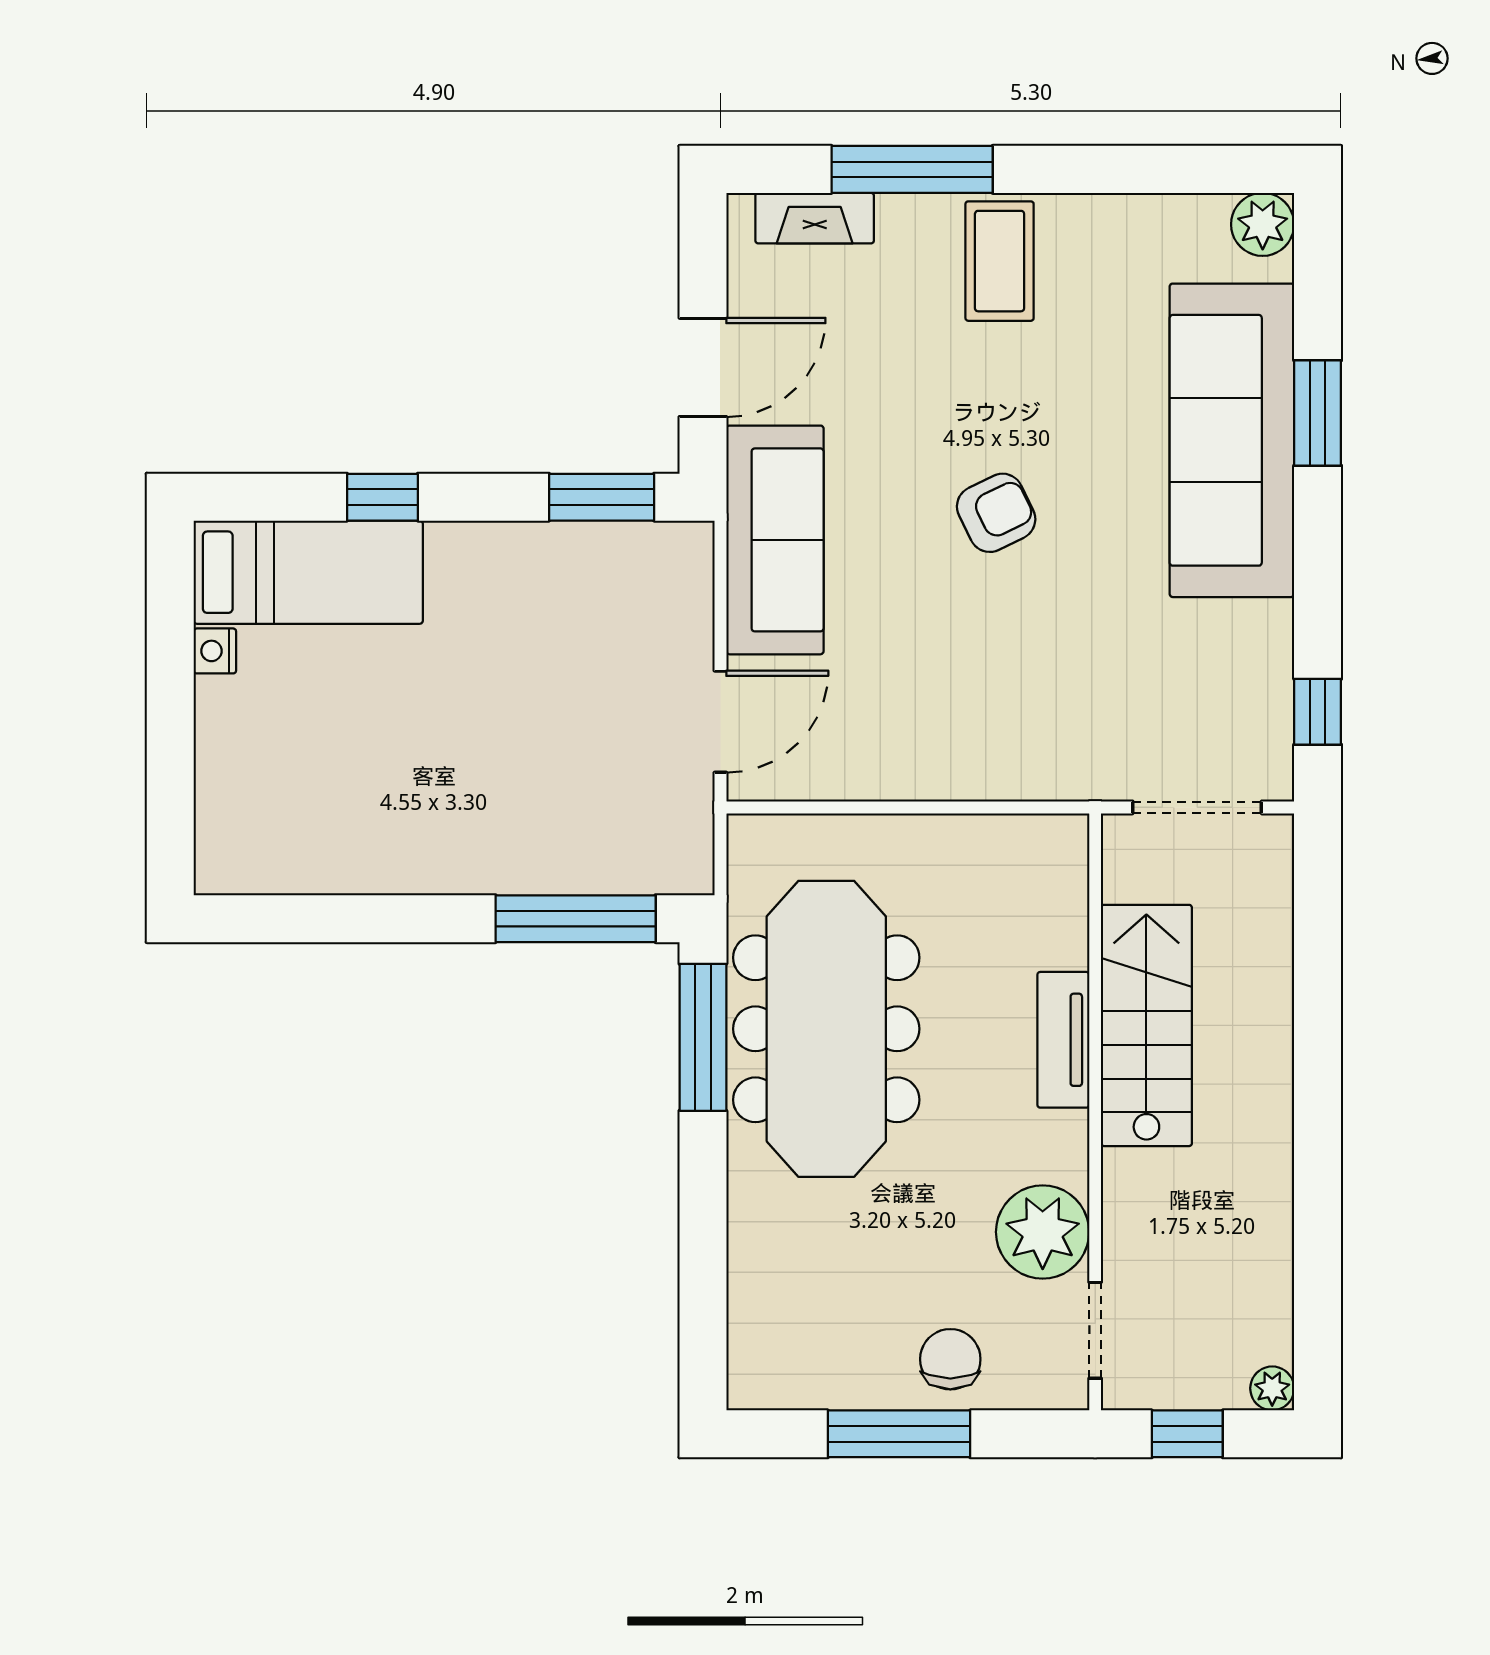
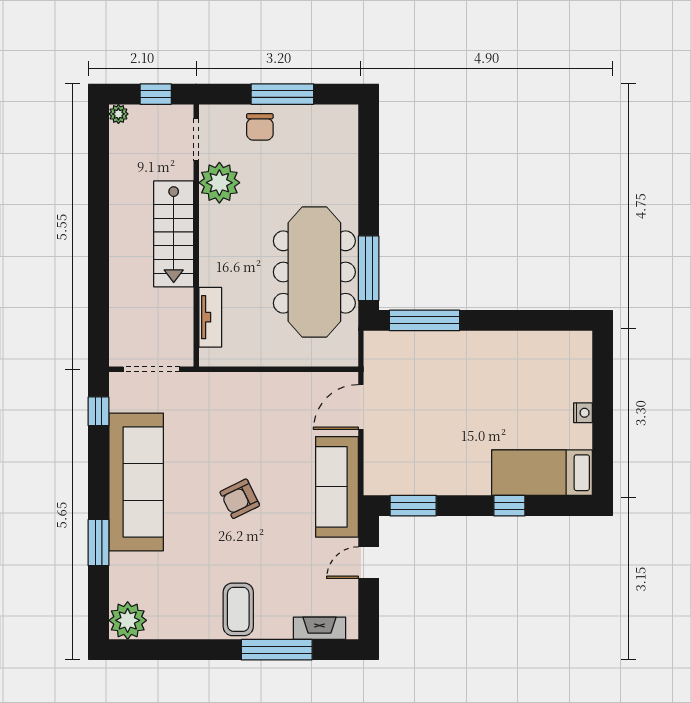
plant: (1263, 224) -> (128, 620), width x1.36, depth x1.36
door: (703, 367) -> (369, 563), width x0.73
sofa: (1232, 440) -> (136, 482), moved
nightstand: (215, 651) -> (583, 413), moved
stairs: (1146, 1025) -> (174, 234), moved
tv unit: (1063, 1040) -> (210, 317), moved

